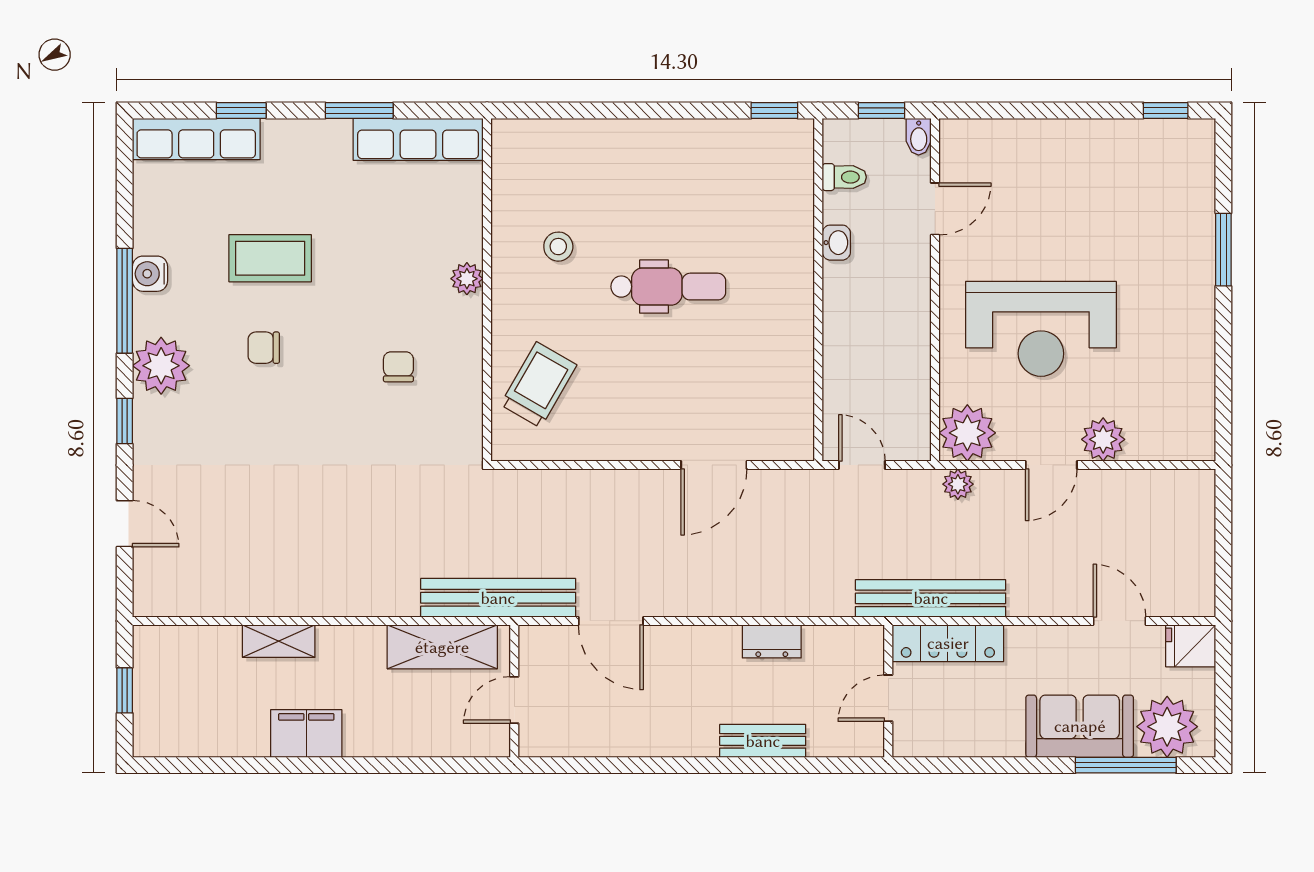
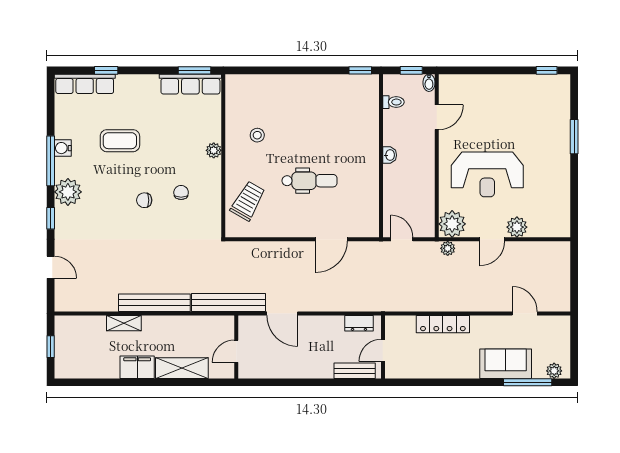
window: (359, 110) -> (195, 70), moved
washbasin: (836, 243) -> (390, 155), moved
dental chair: (668, 287) -> (309, 181), moved
chair: (264, 348) -> (144, 200), moved
bench: (931, 598) -> (154, 303), moved
fridge: (1191, 646) -> (559, 325), removed
shelving: (442, 647) -> (182, 368), moved
wall: (888, 691) -> (383, 347), moved
door: (888, 698) -> (383, 350), moved
plant: (1167, 727) -> (554, 371), width x0.53, depth x0.53

